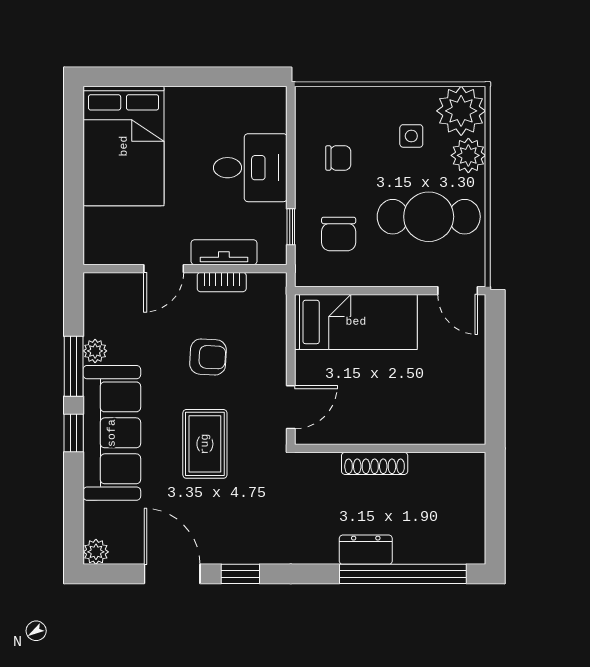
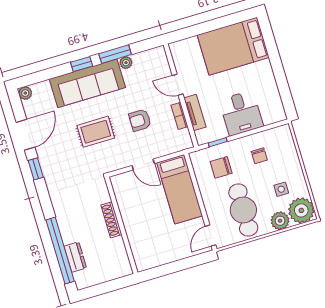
armchair: (208, 357) -> (140, 120), turned 87
door: (291, 407) -> (143, 164), moved
dresser: (366, 550) -> (75, 257), moved

